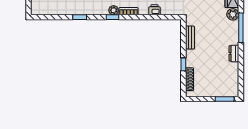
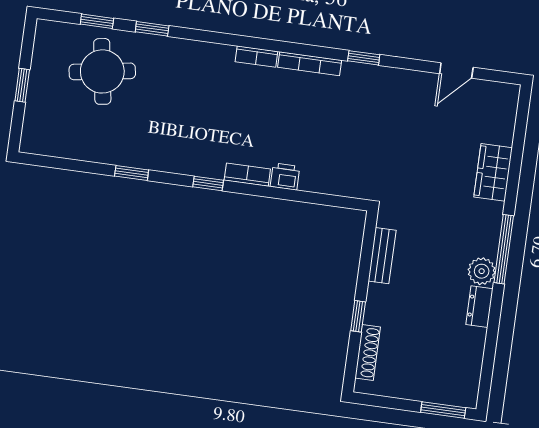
plant: (114, 10) -> (213, 168), removed
printer: (154, 10) -> (285, 177), moved
plant: (233, 14) -> (482, 271), moved

